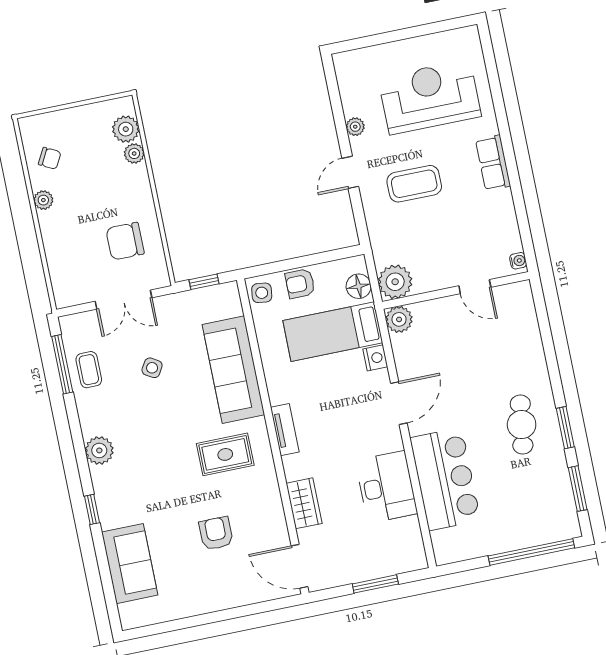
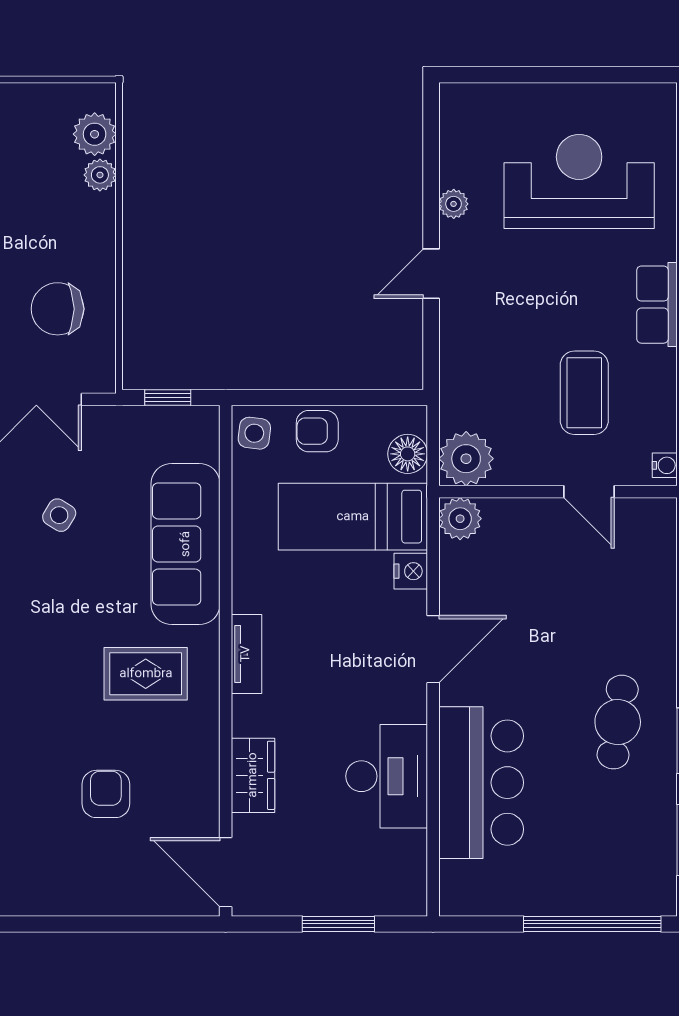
coffee table: (414, 184) -> (584, 393), moved, turned 90

